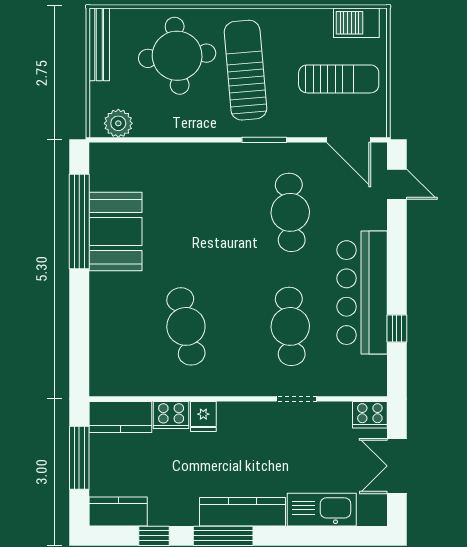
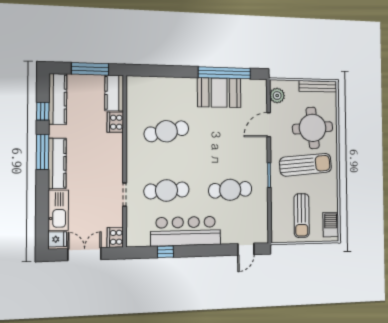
door: (349, 140) -> (269, 125), moved
fridge: (203, 416) -> (57, 239), moved, turned 180
kitchen counter: (118, 512) -> (58, 99), width x1.50

